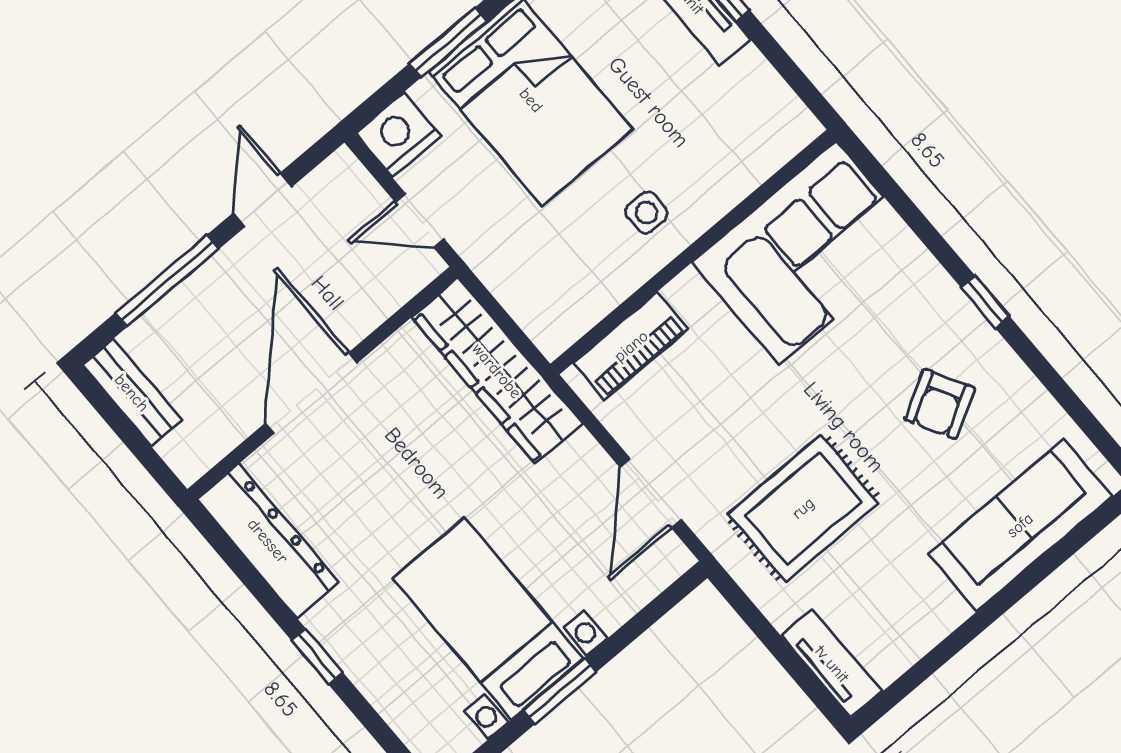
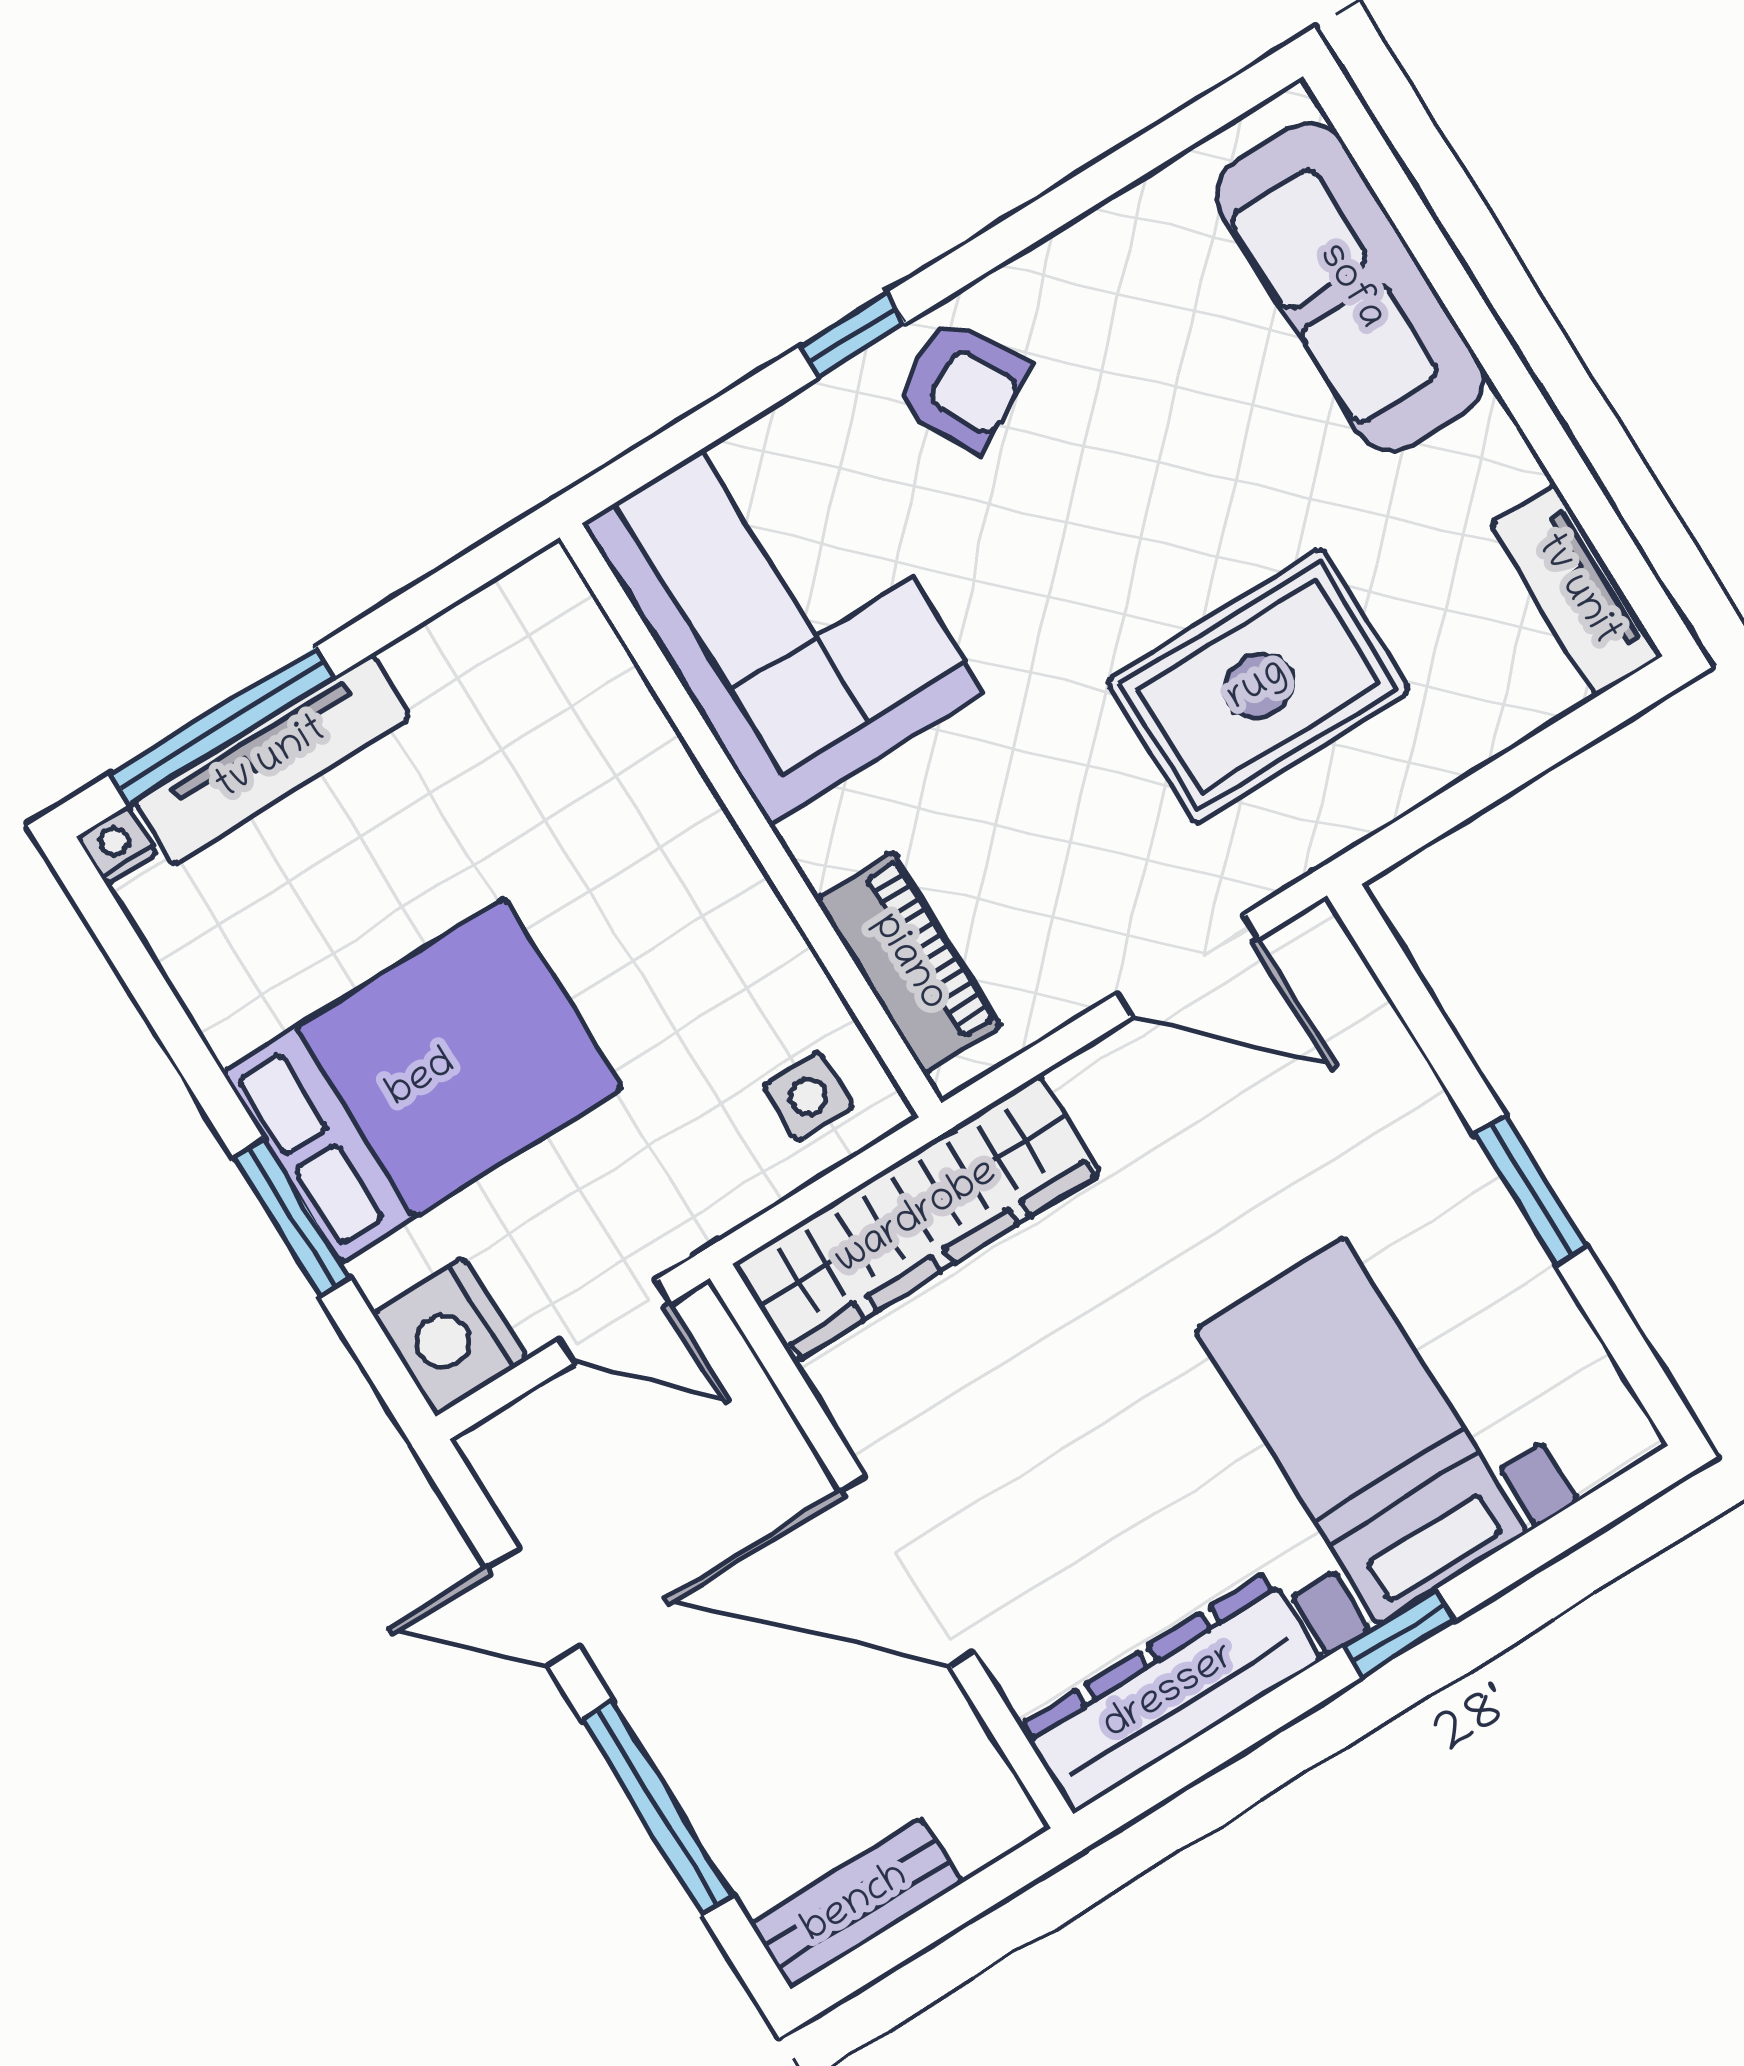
side table: (646, 213) -> (808, 1096), moved
door: (419, 220) -> (615, 1321), hinge flipped
window: (985, 302) -> (852, 335), moved
armchair: (940, 404) -> (961, 385), moved
rug: (803, 508) -> (1258, 686), turned 90
bed with nightstands: (488, 618) -> (1361, 1431), moved, turned 90
tv unit: (832, 664) -> (1576, 590), moved, turned -90

